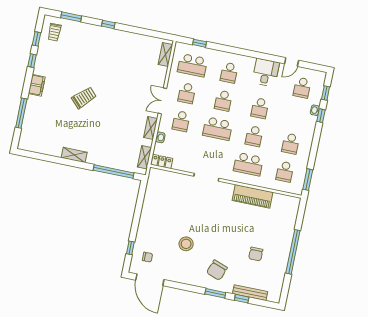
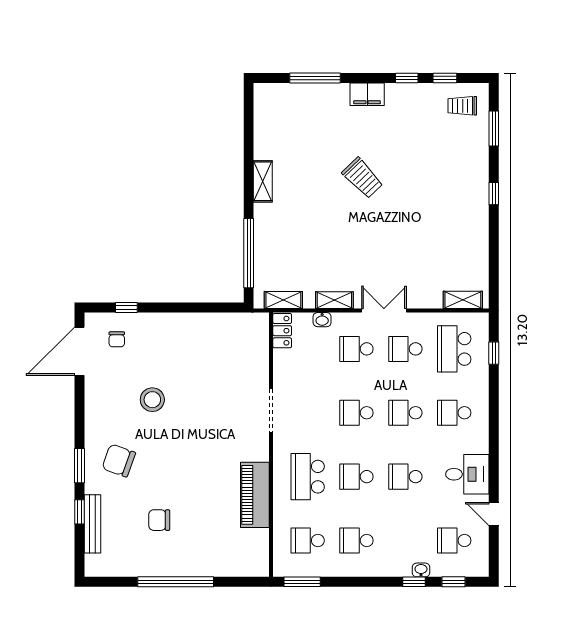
school desk: (218, 129) -> (356, 413), width x0.54

